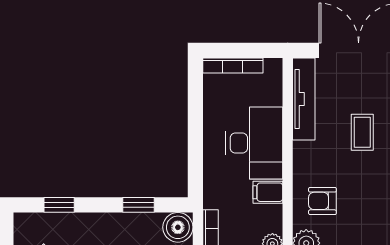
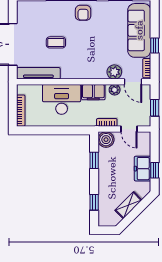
filing cabinet: (268, 192) -> (93, 92), width x2.00
armchair: (322, 201) -> (92, 63), removed

